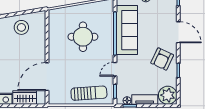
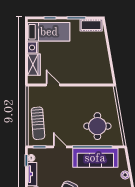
stool: (21, 27) -> (98, 62), removed
round table: (83, 37) -> (97, 126), moved
door: (47, 77) -> (53, 85), width x0.53

